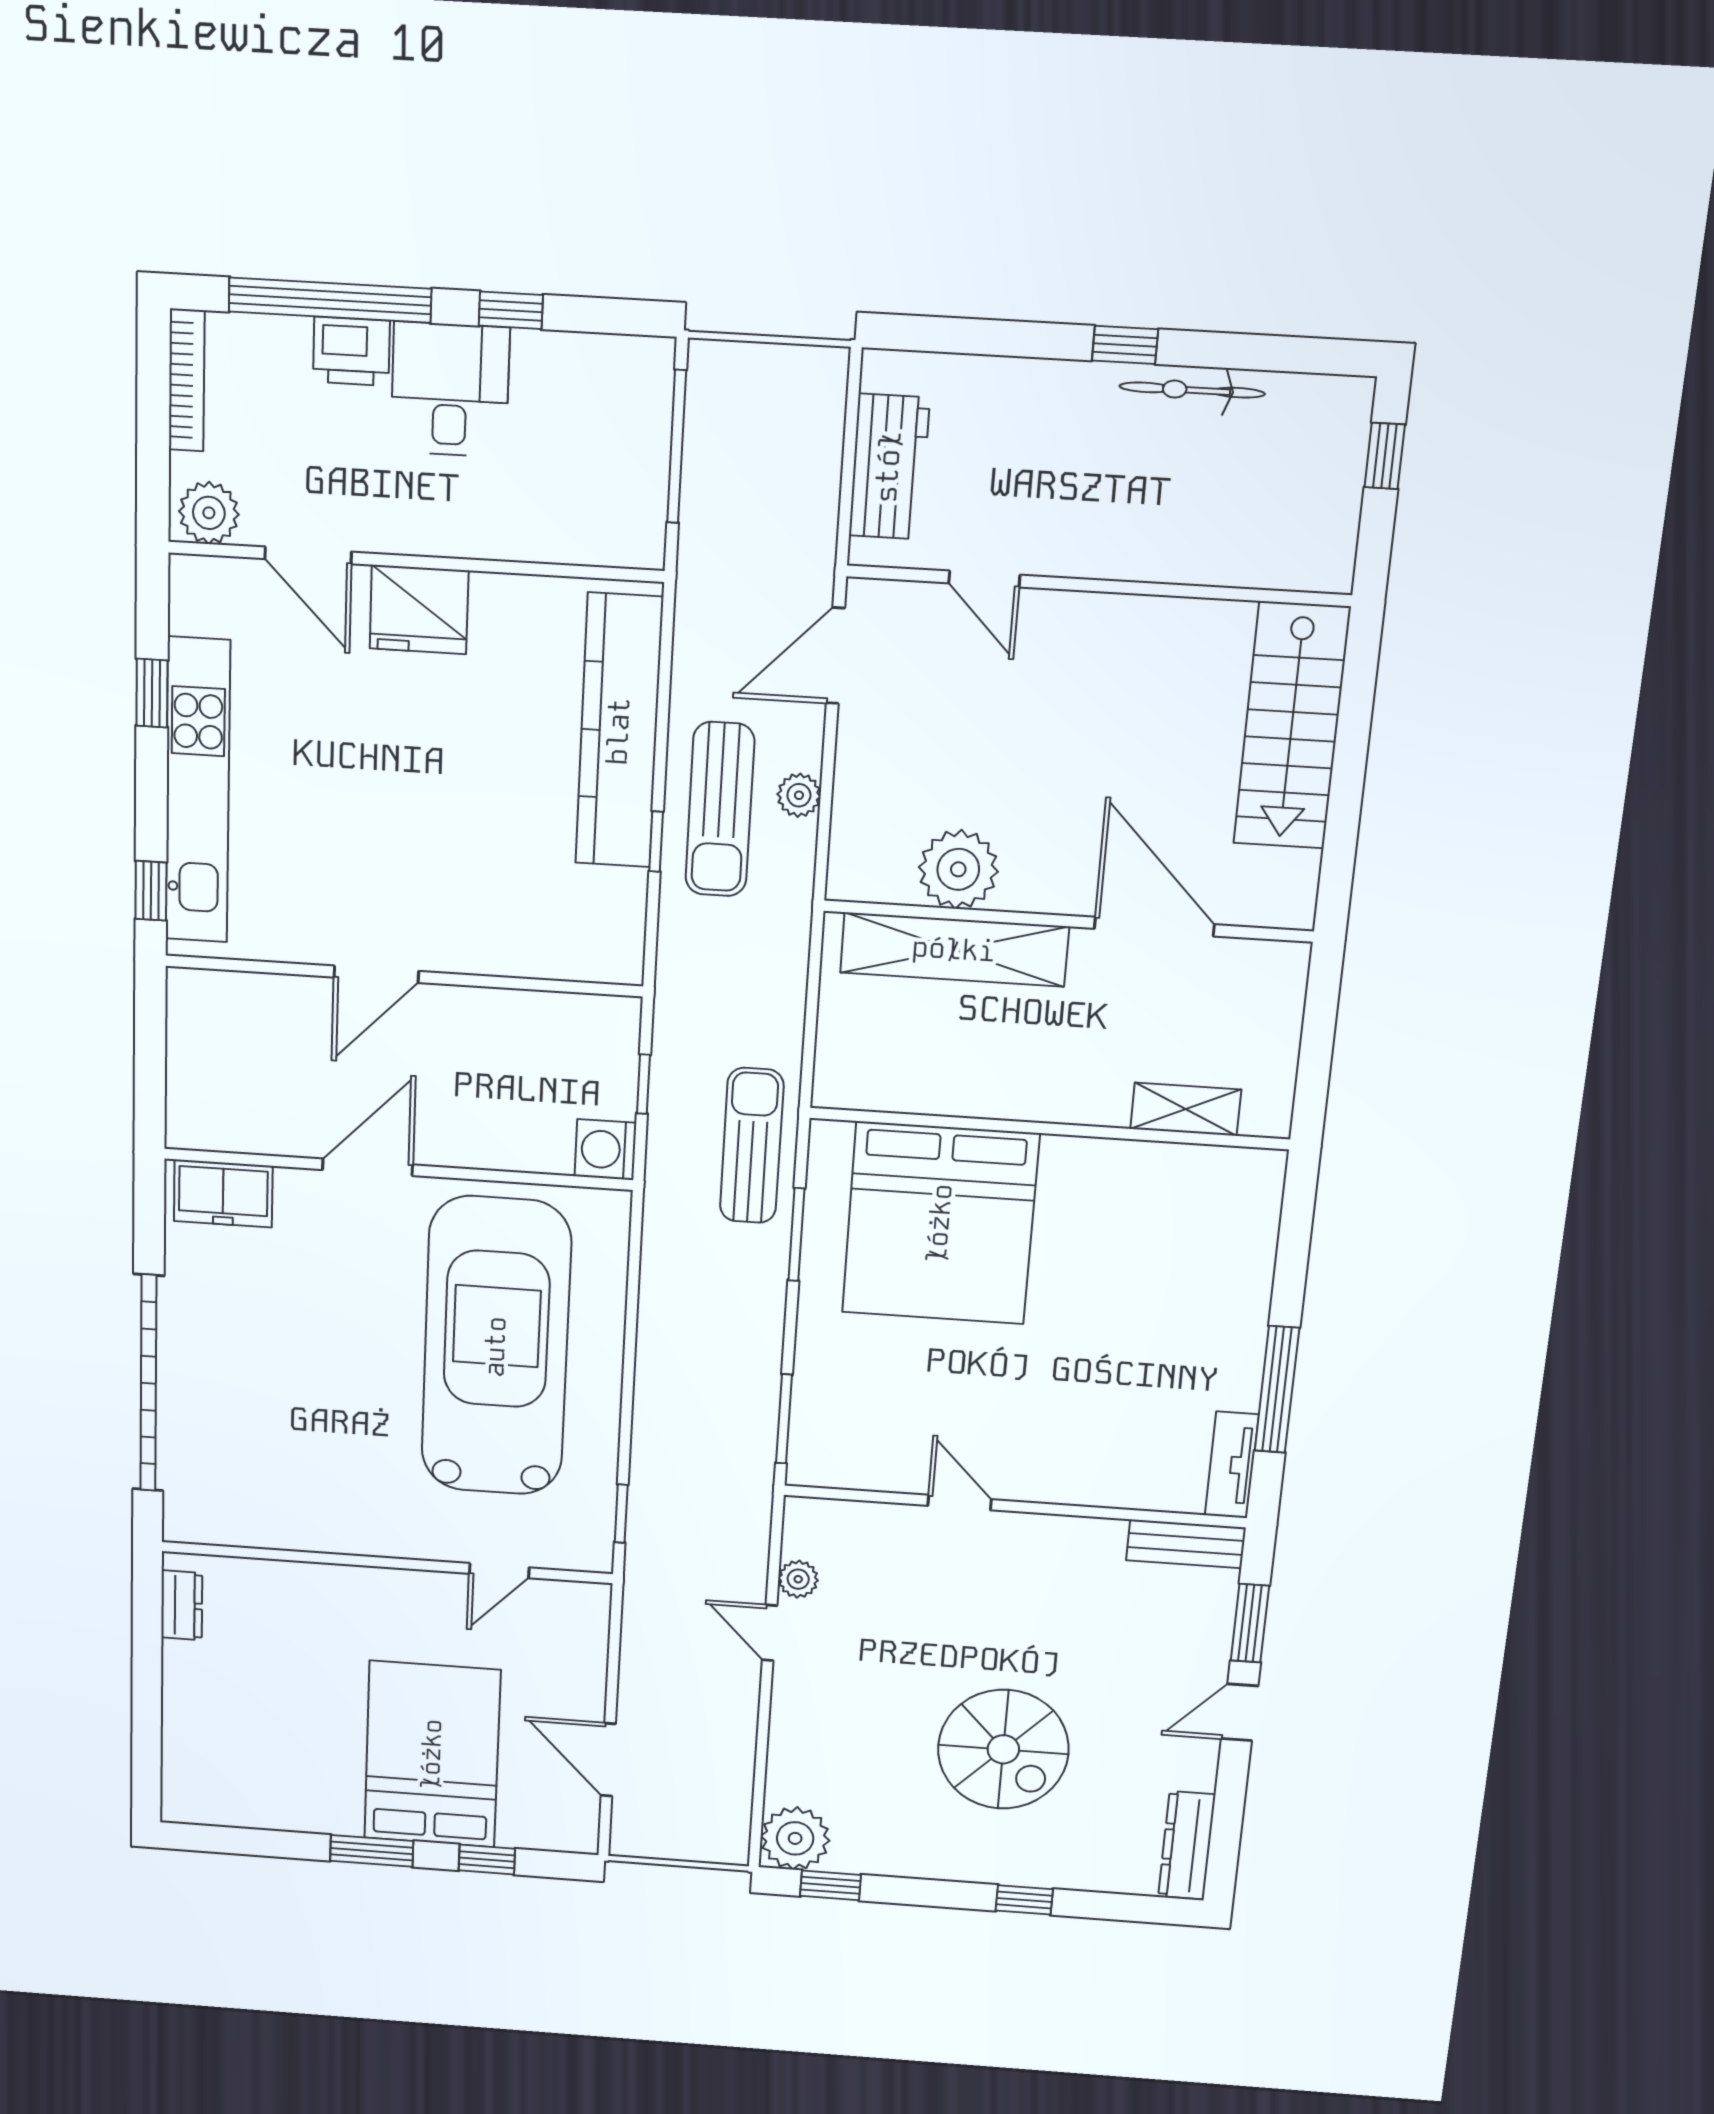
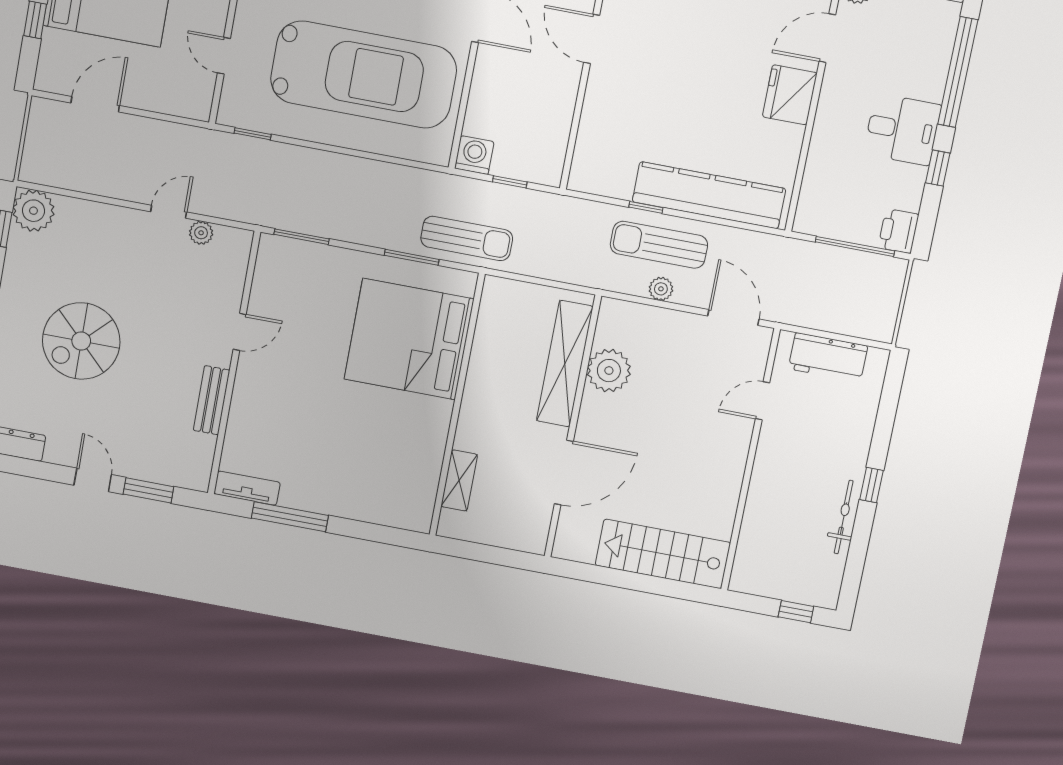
printer: (351, 351) -> (898, 231), moved
bench: (1186, 1544) -> (212, 400), moved

